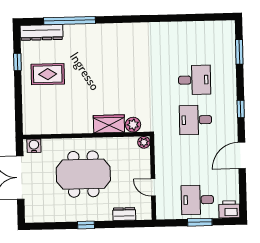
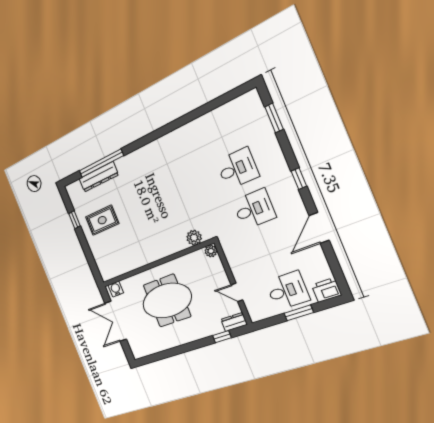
dresser: (42, 32) -> (99, 177), moved
desk: (195, 120) -> (254, 209), turned 180
wardrobe: (109, 124) -> (172, 245), removed
desk: (197, 200) -> (287, 291), turned 180
dresser: (124, 214) -> (234, 322), moved
window: (86, 225) -> (222, 337), moved

